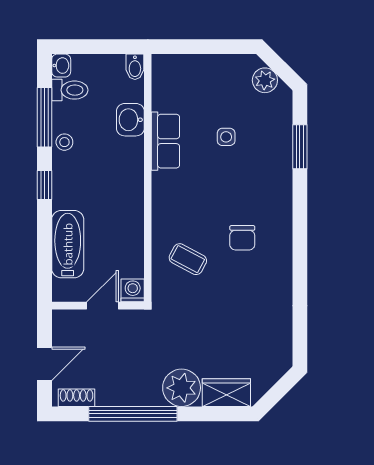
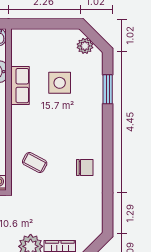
side table: (226, 137) -> (60, 83), width x1.87, depth x1.87
chair: (242, 238) -> (85, 168), moved, turned -90

